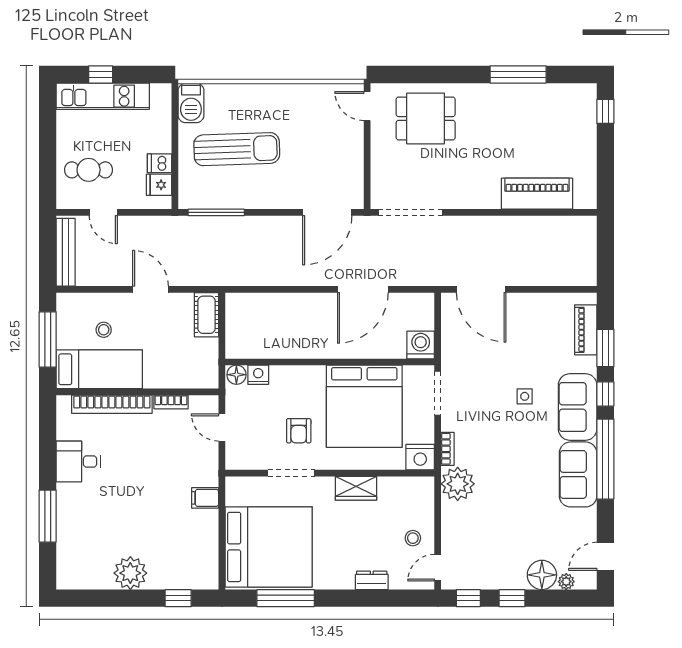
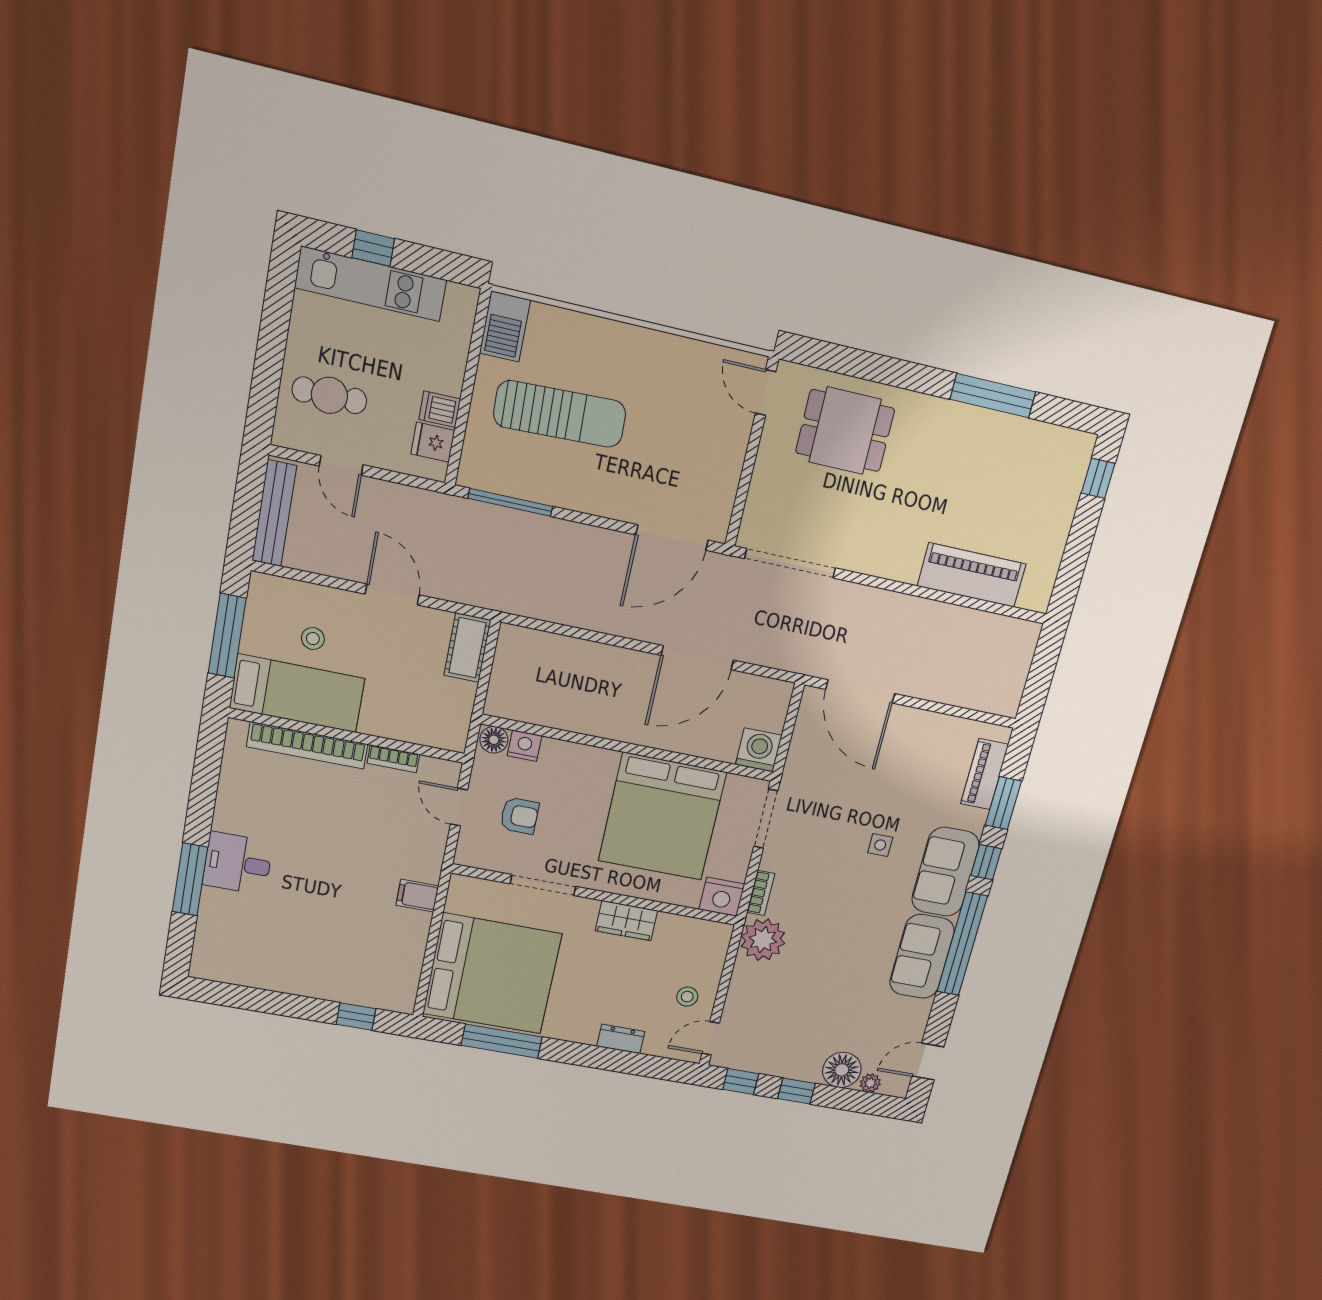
armchair: (299, 431) -> (519, 816), moved, turned -90
desk: (78, 461) -> (238, 863), moved
plant: (130, 573) -> (295, 974), removed

